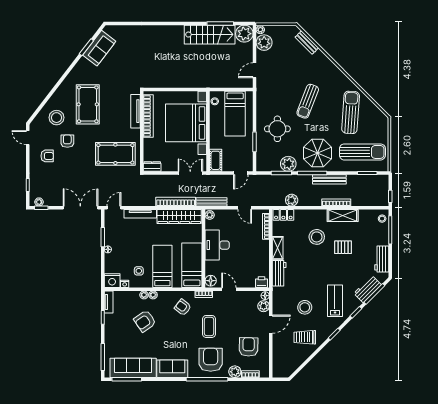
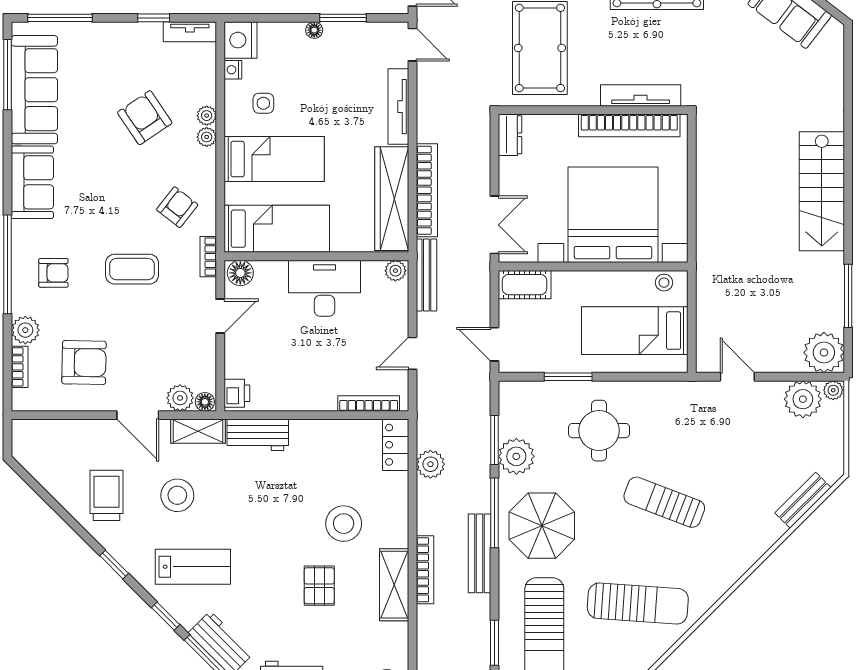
stairs: (210, 35) -> (822, 191), moved
shelving: (278, 248) -> (198, 431), moved
armchair: (211, 360) -> (53, 273), width x0.53, depth x0.53

